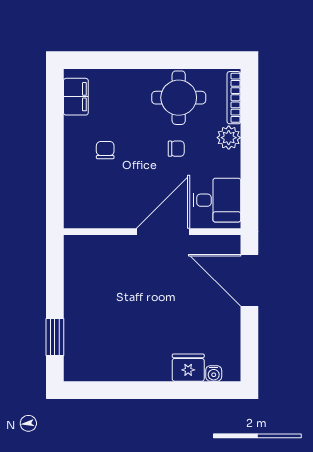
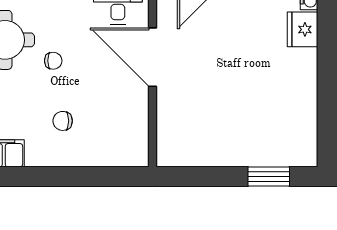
chair: (176, 149) -> (53, 61), moved, turned 90

